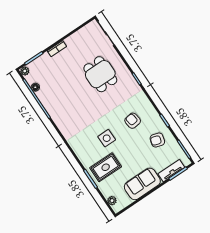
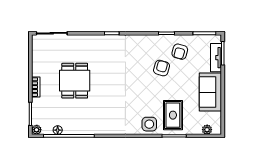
dining table: (100, 74) -> (75, 81), moved, turned 90
armchair: (133, 121) -> (162, 68), moved, turned 114
side table: (107, 138) -> (149, 124), moved

